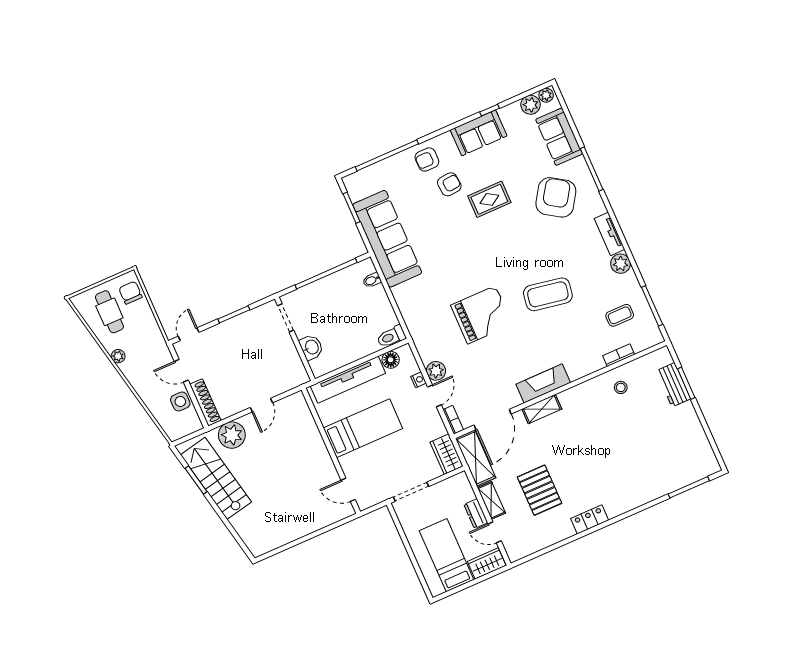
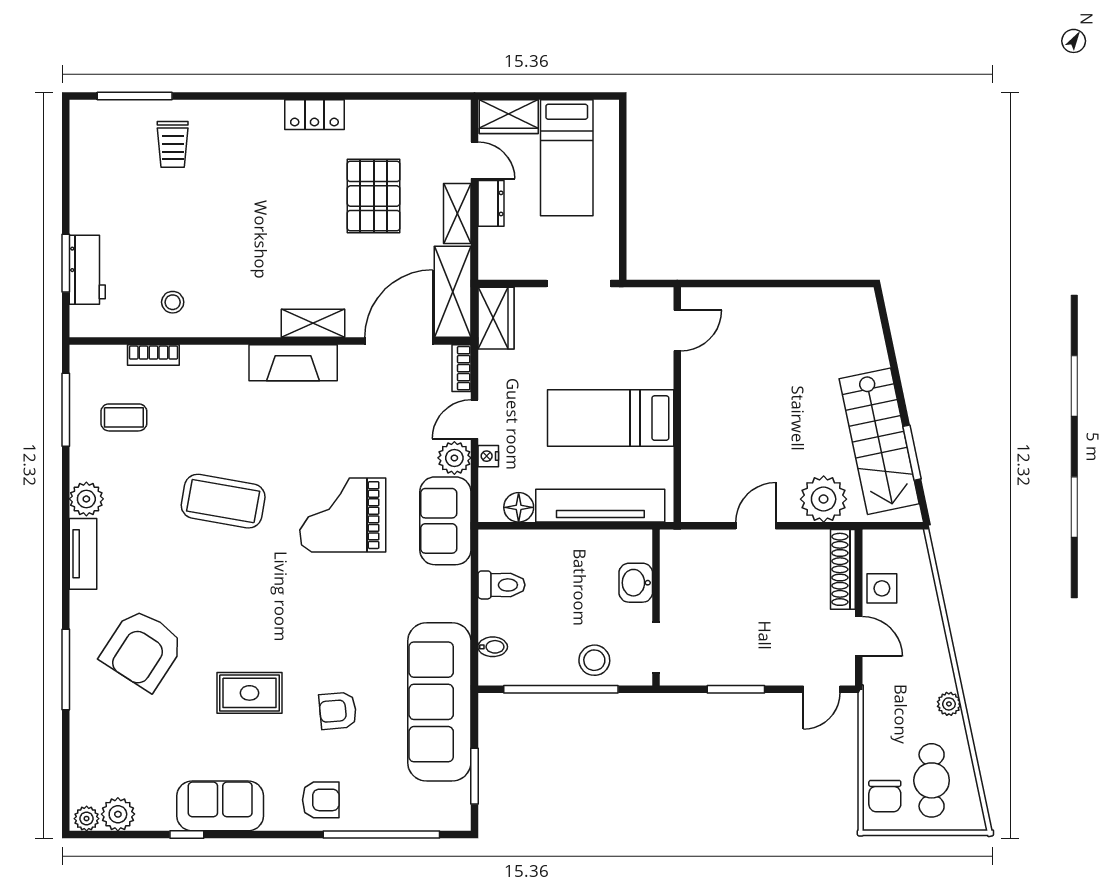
sofa: (559, 137) -> (445, 521), moved, turned 180
armchair: (449, 184) -> (338, 711), moved
stool: (315, 297) -> (594, 660), added
toilet: (391, 337) -> (501, 585), moved
trolley: (657, 471) -> (173, 144), added
door: (348, 490) -> (677, 331), hinge flipped

